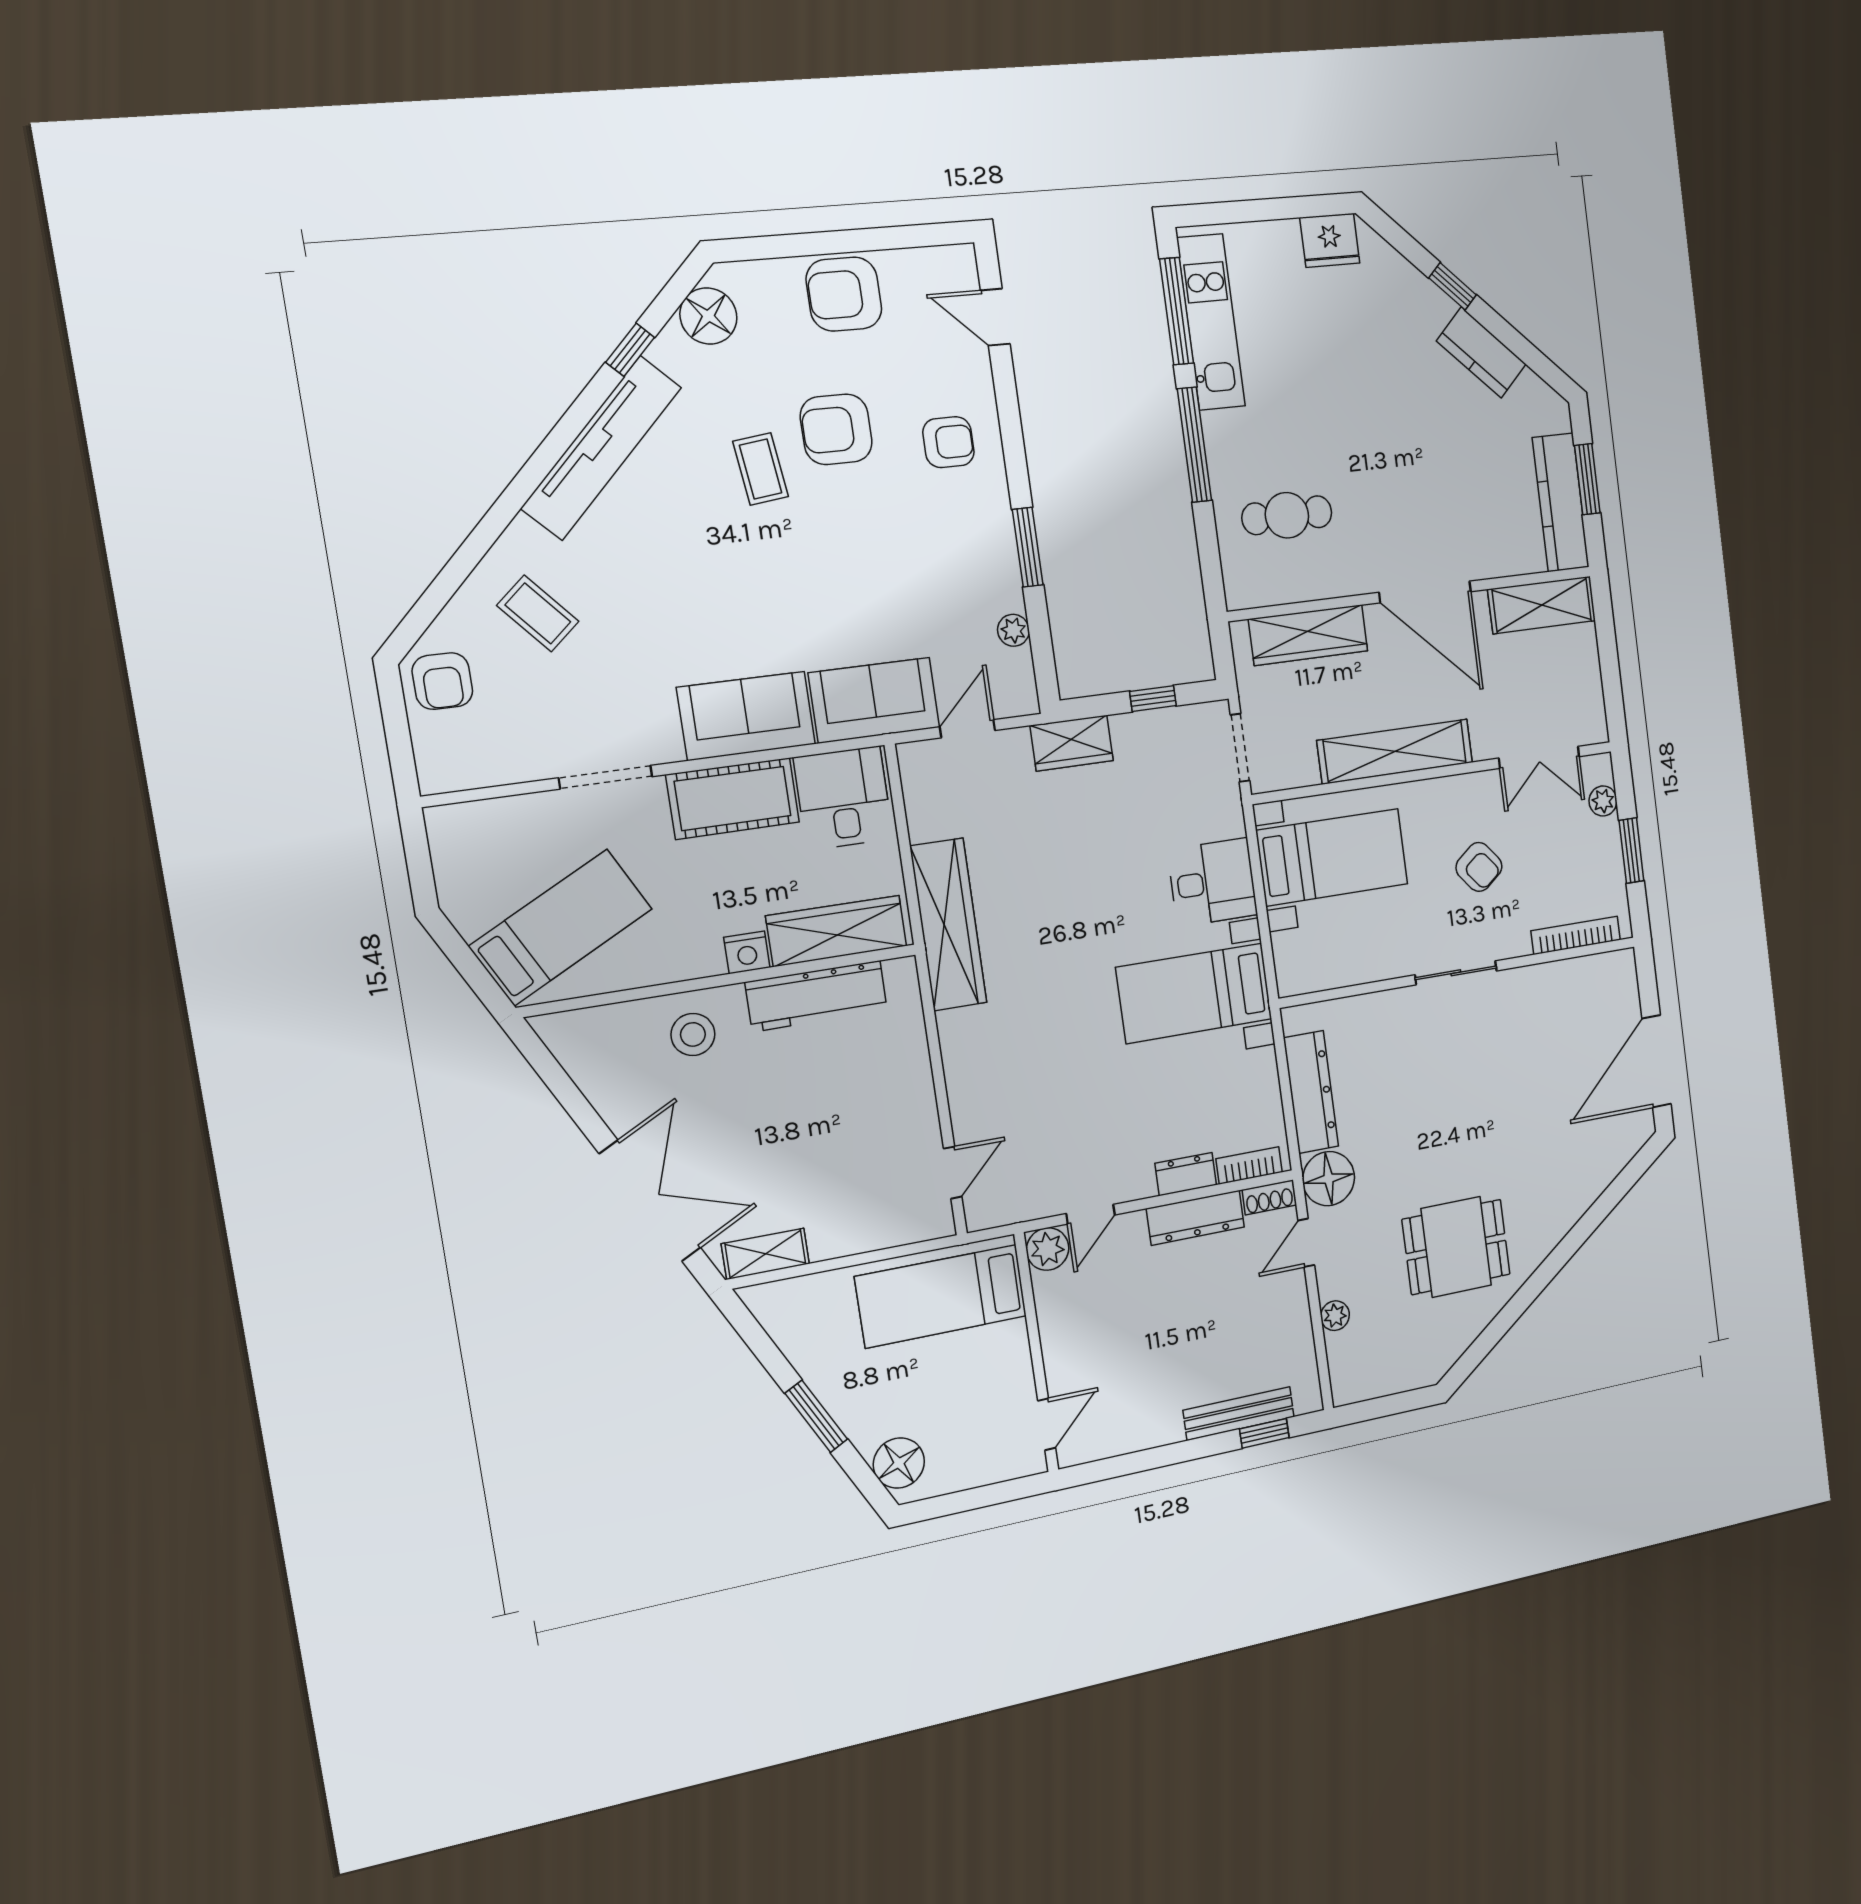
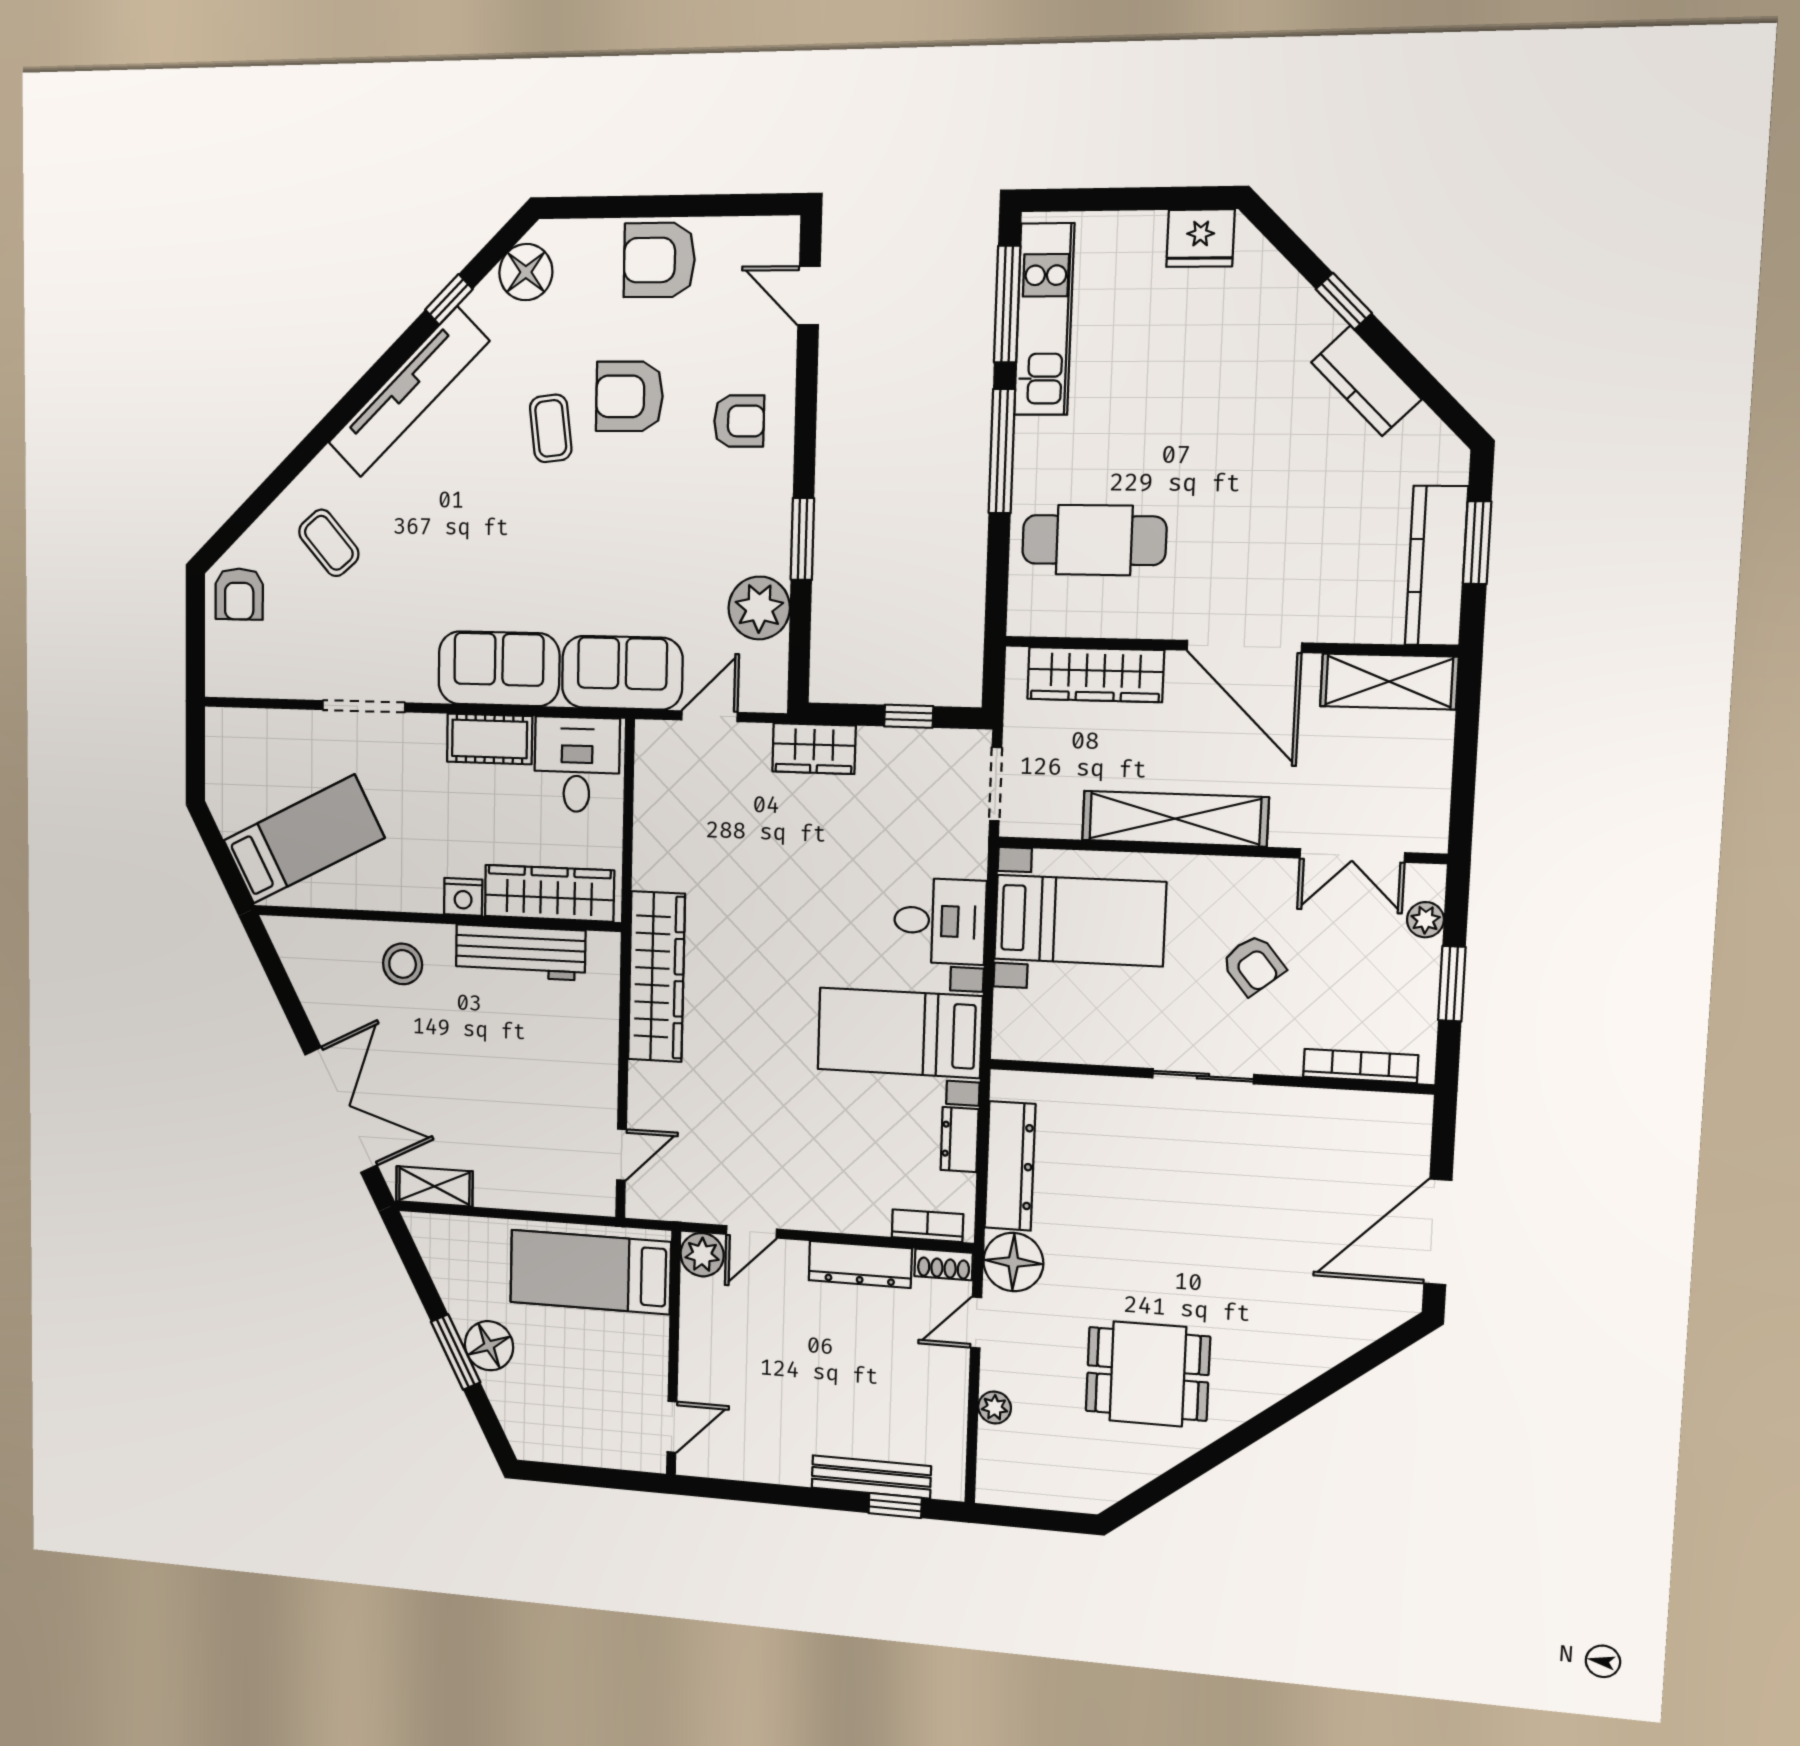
cafe table: (1287, 515) -> (1094, 540), width x1.37, depth x1.35
plant: (1013, 630) -> (759, 608), width x1.87, depth x1.87
cot: (733, 799) -> (490, 739), width x0.73, depth x0.75
wardrobe: (948, 924) -> (656, 977), moved
dresser: (1186, 1174) -> (960, 1140), moved, turned -90
floor lamp: (899, 1463) -> (489, 1346), moved

